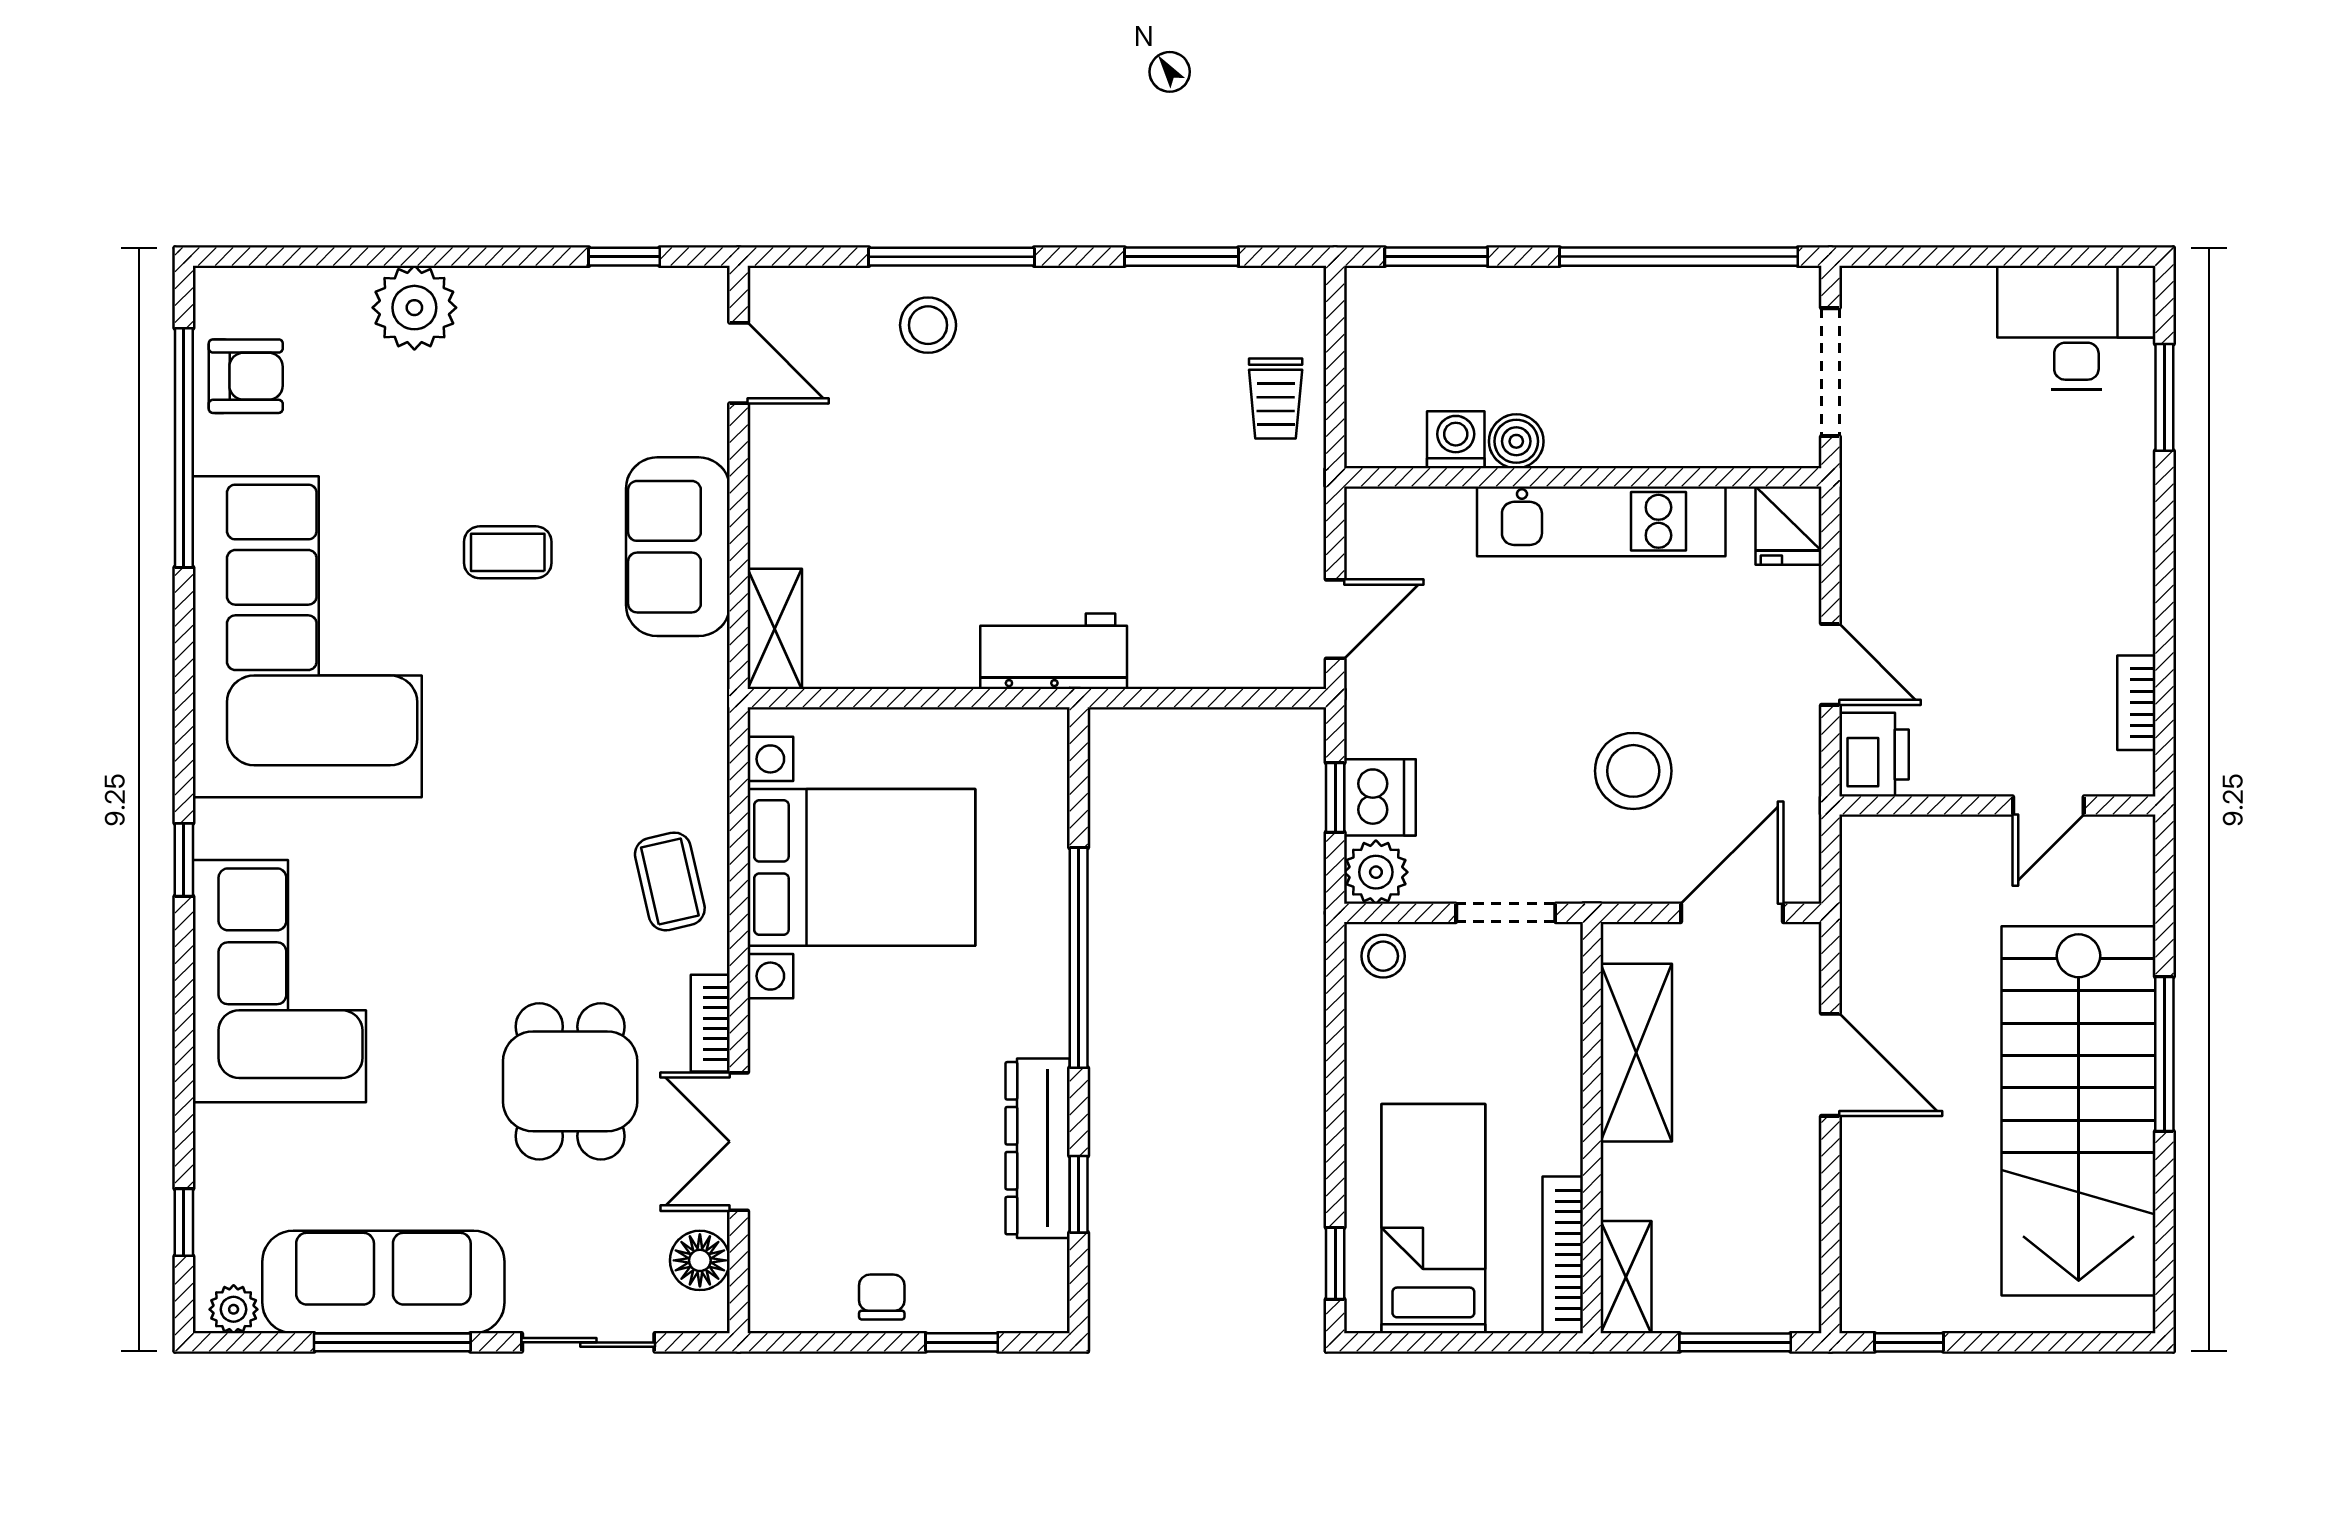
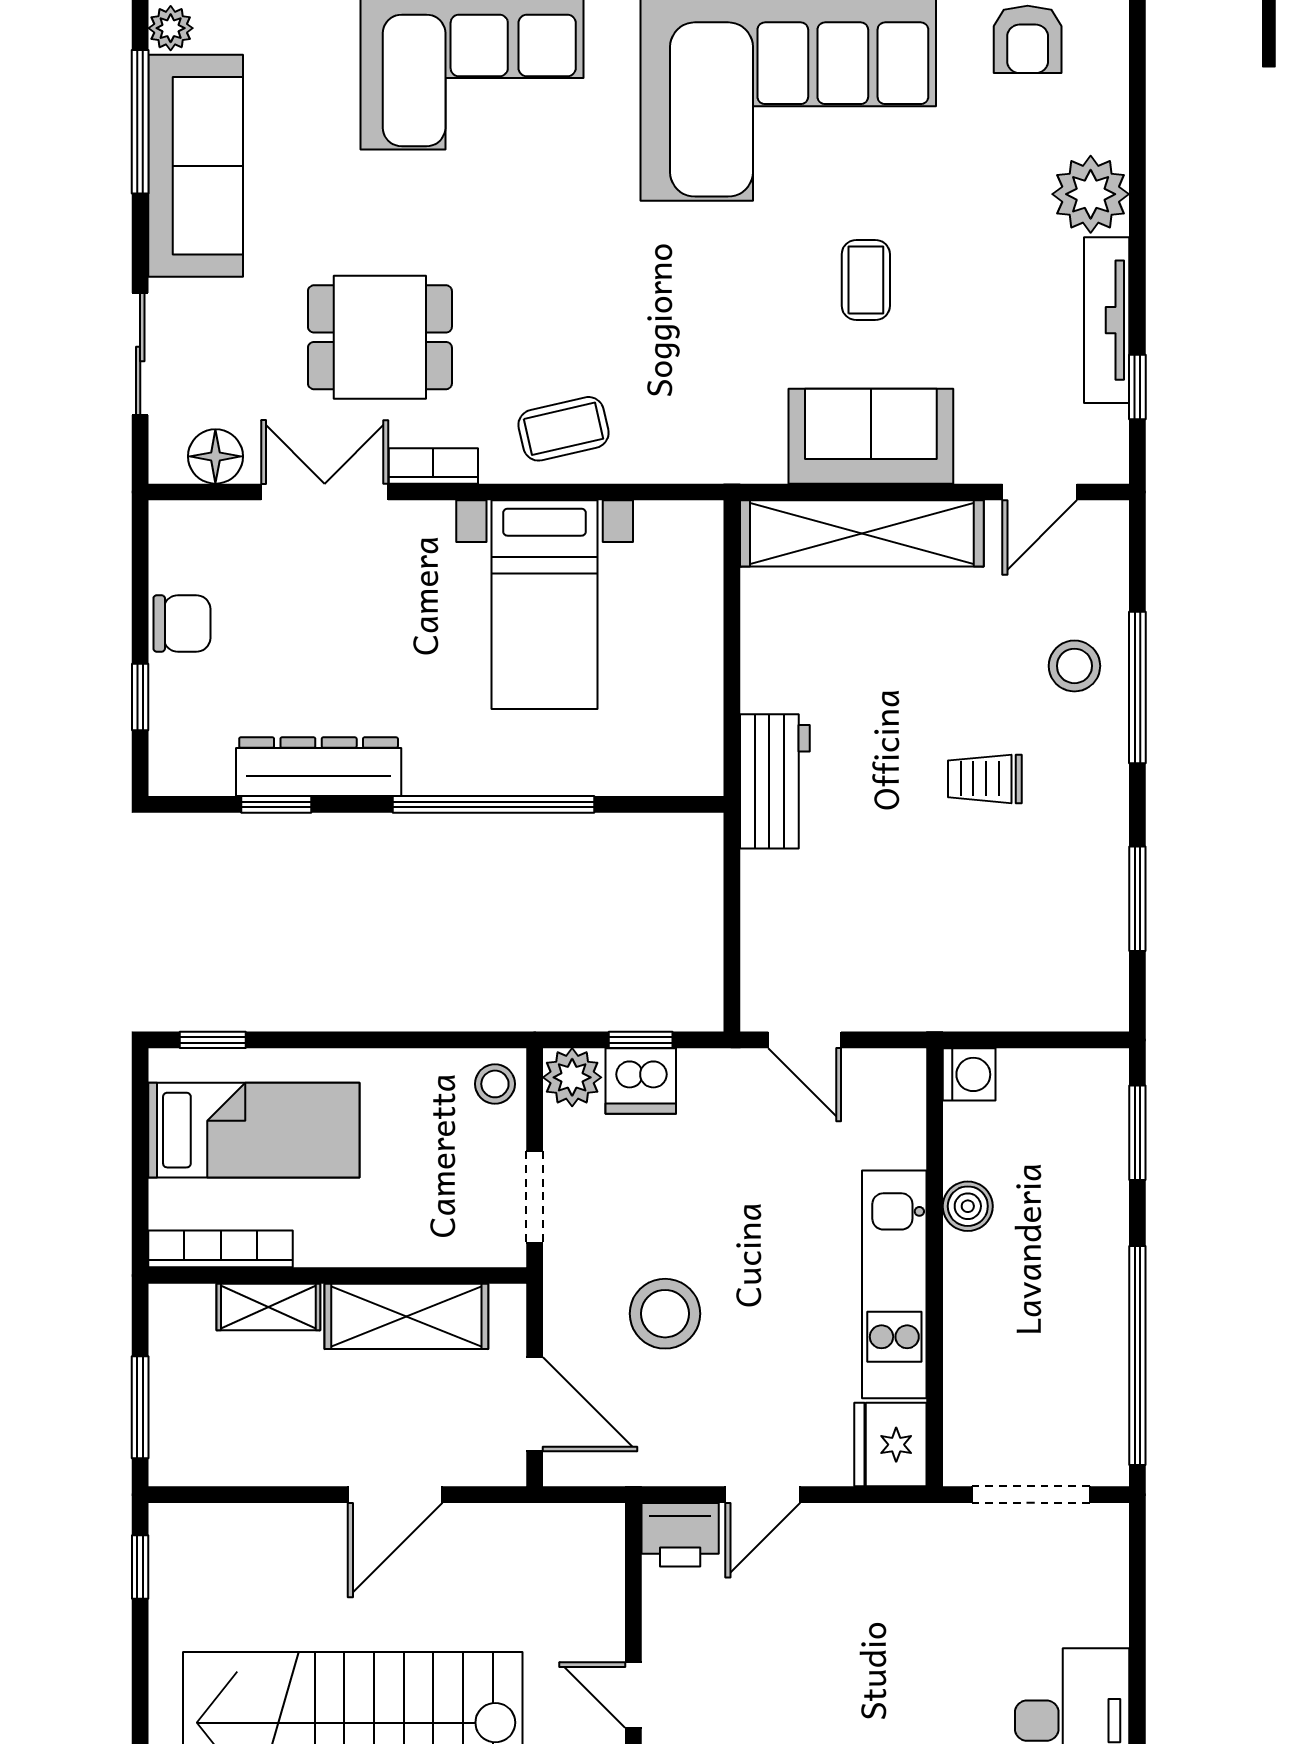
tv unit: (551, 290) -> (1107, 320), added
trolley: (1276, 398) -> (985, 779), moved
washing machine: (1456, 440) -> (969, 1074), moved
fridge: (1788, 526) -> (890, 1445), width x1.38
shelving: (775, 629) -> (862, 533), width x2.20, depth x1.33
bed with nightstands: (861, 867) -> (545, 605), width x0.73
shelving: (1626, 1277) -> (268, 1307), moved
chair: (882, 1297) -> (182, 623), width x1.37, depth x1.37
window: (392, 1342) -> (140, 122), moved

